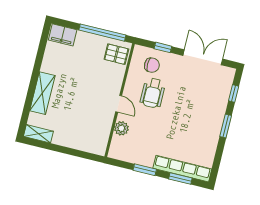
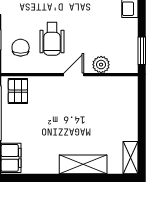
wheelchair: (153, 93) -> (52, 39), turned 90
window: (145, 170) -> (142, 51), moved

